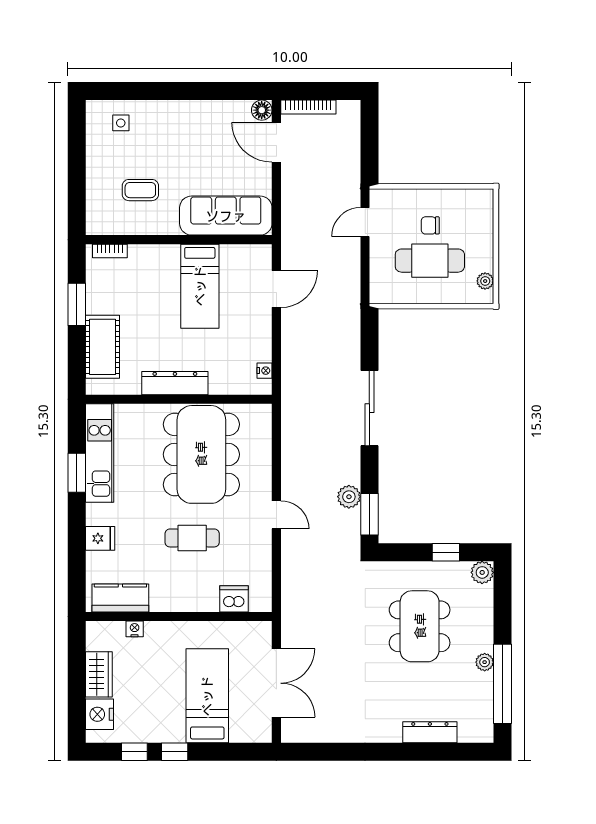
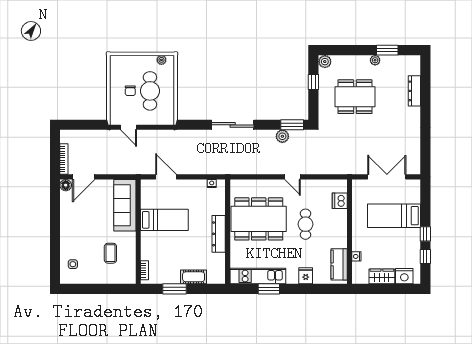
cot: (103, 347) -> (194, 277), width x0.73, depth x0.75
door: (276, 515) -> (292, 177), swing flipped
window: (502, 684) -> (387, 50), width x0.47

